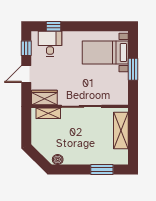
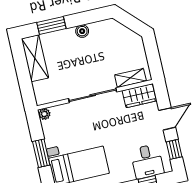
plant: (123, 100) -> (44, 114), added
shelving: (121, 131) -> (35, 58), moved
boiler: (58, 159) -> (82, 31), moved

